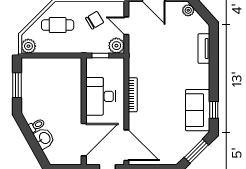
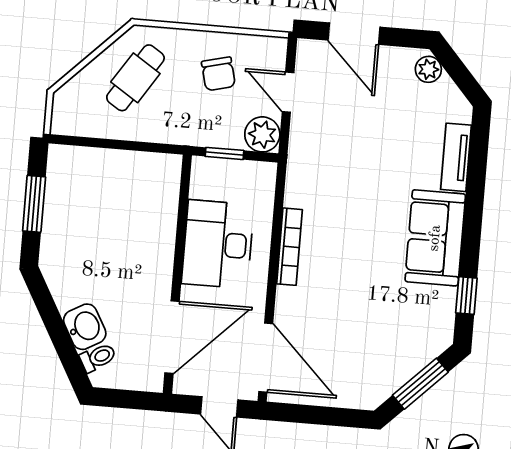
chair: (95, 20) -> (218, 74), turned 107
cafe table: (58, 25) -> (135, 78), turned -57
plant: (28, 46) -> (67, 119), removed
sofa: (198, 110) -> (435, 238), moved
toilet: (37, 125) -> (98, 358), moved

